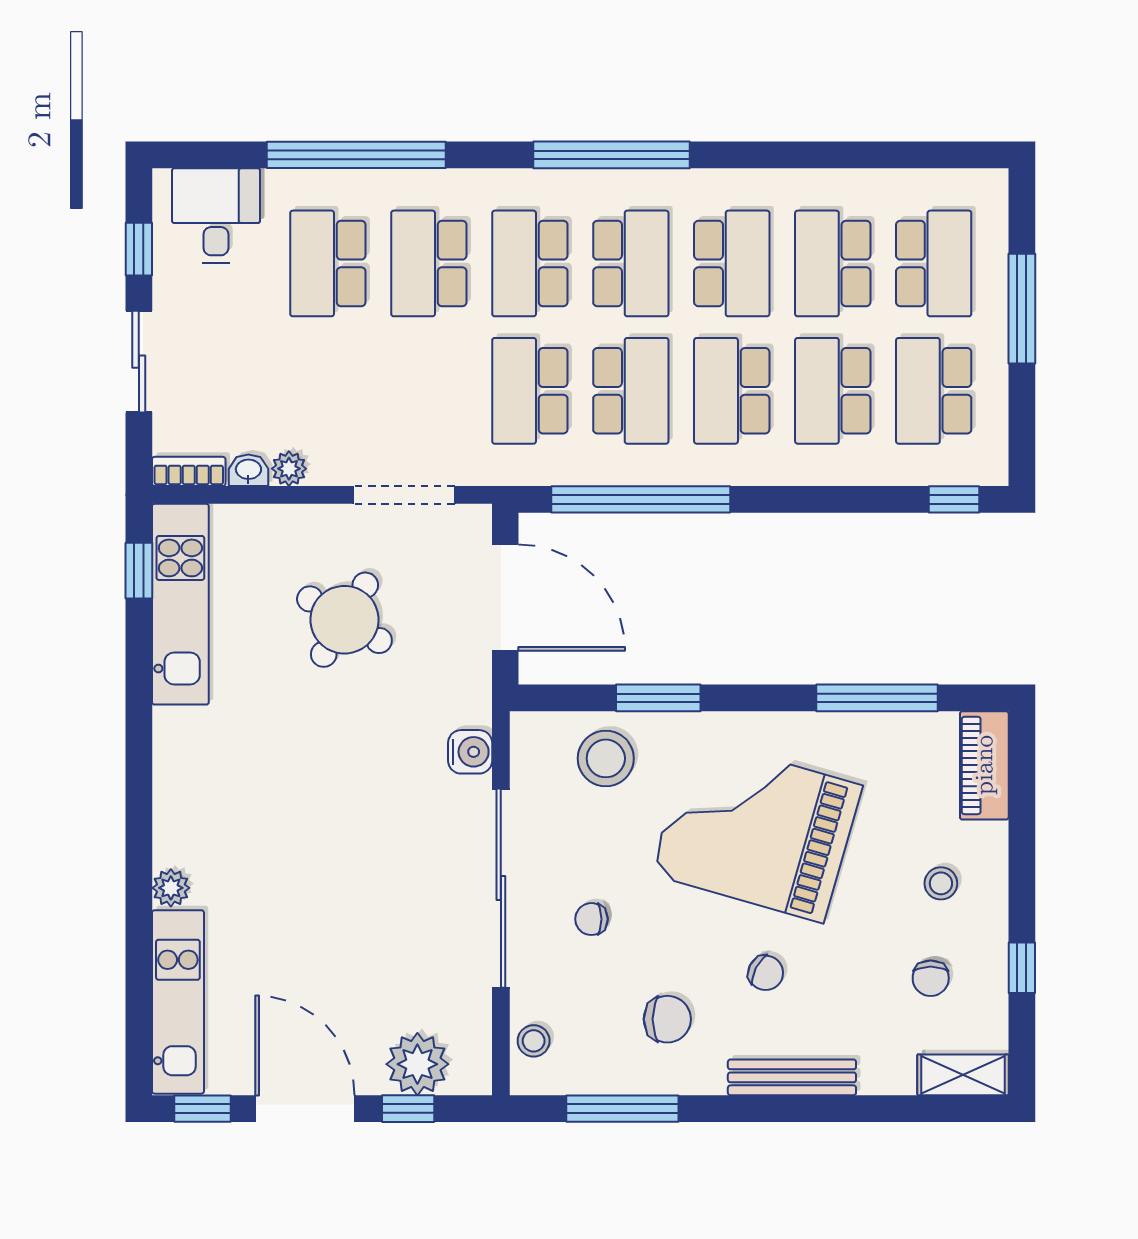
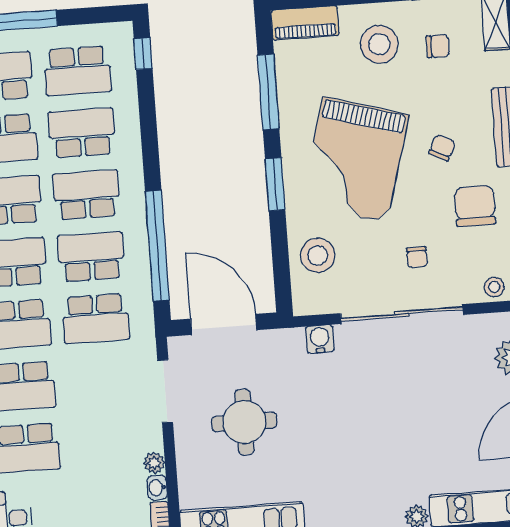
school desk: (732, 391) -> (87, 195), turned 180
school desk: (833, 391) -> (82, 133), turned 180
door: (505, 598) -> (224, 324), hinge flipped
round table: (344, 620) -> (244, 422), turned -31
window: (658, 698) -> (275, 184), moved
stool: (941, 883) -> (379, 44), width x1.89, depth x1.89
chair: (667, 1019) -> (475, 206), width x1.37, depth x1.37

